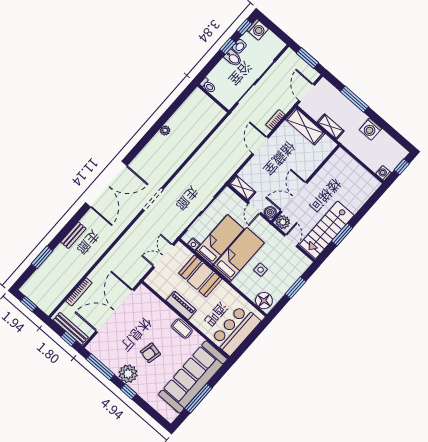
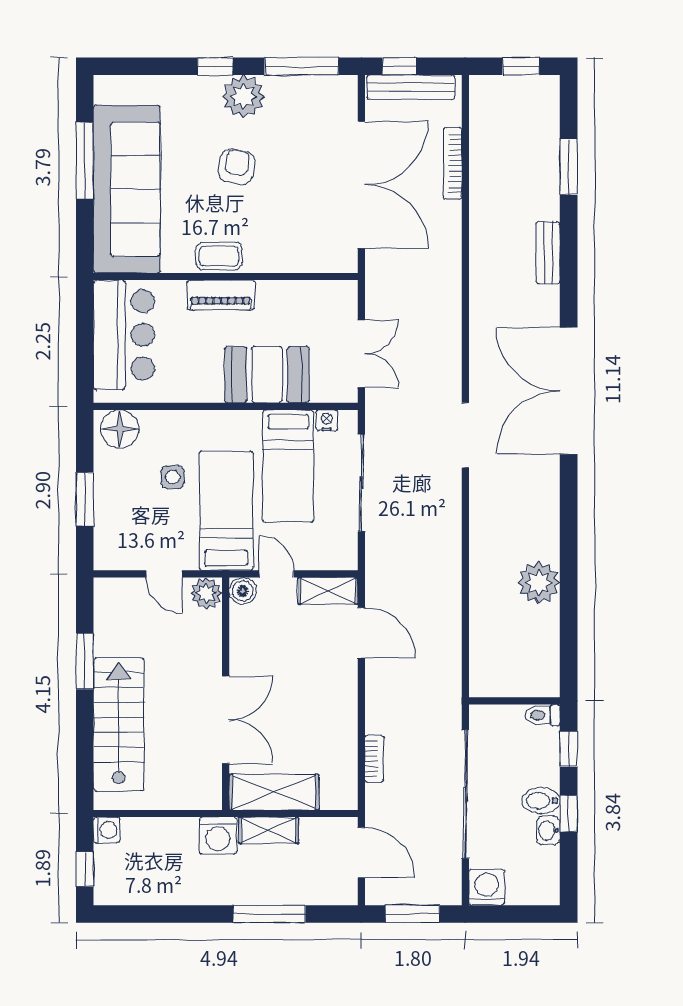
window: (244, 27) -> (569, 749), moved
washing machine: (258, 30) -> (487, 887), moved, turned 90
shelving: (305, 126) -> (274, 792), moved
washing machine: (371, 129) -> (218, 836), moved, turned 180
plant: (165, 130) -> (539, 583), width x1.87, depth x1.87
door: (260, 146) -> (361, 633), moved
double door: (294, 197) -> (226, 720), moved
stairs: (327, 230) -> (119, 724), moved
bed: (239, 255) -> (226, 511), moved, turned 180
piano: (181, 305) -> (221, 295), moved

